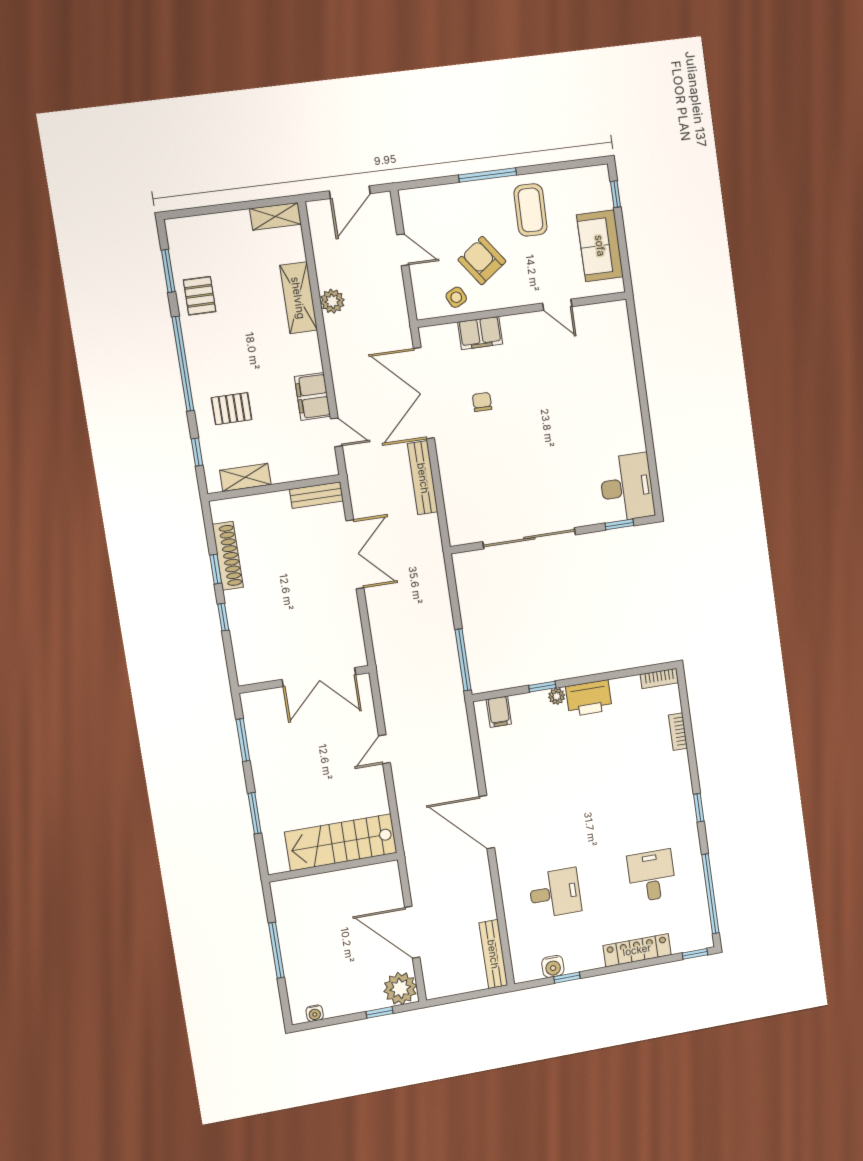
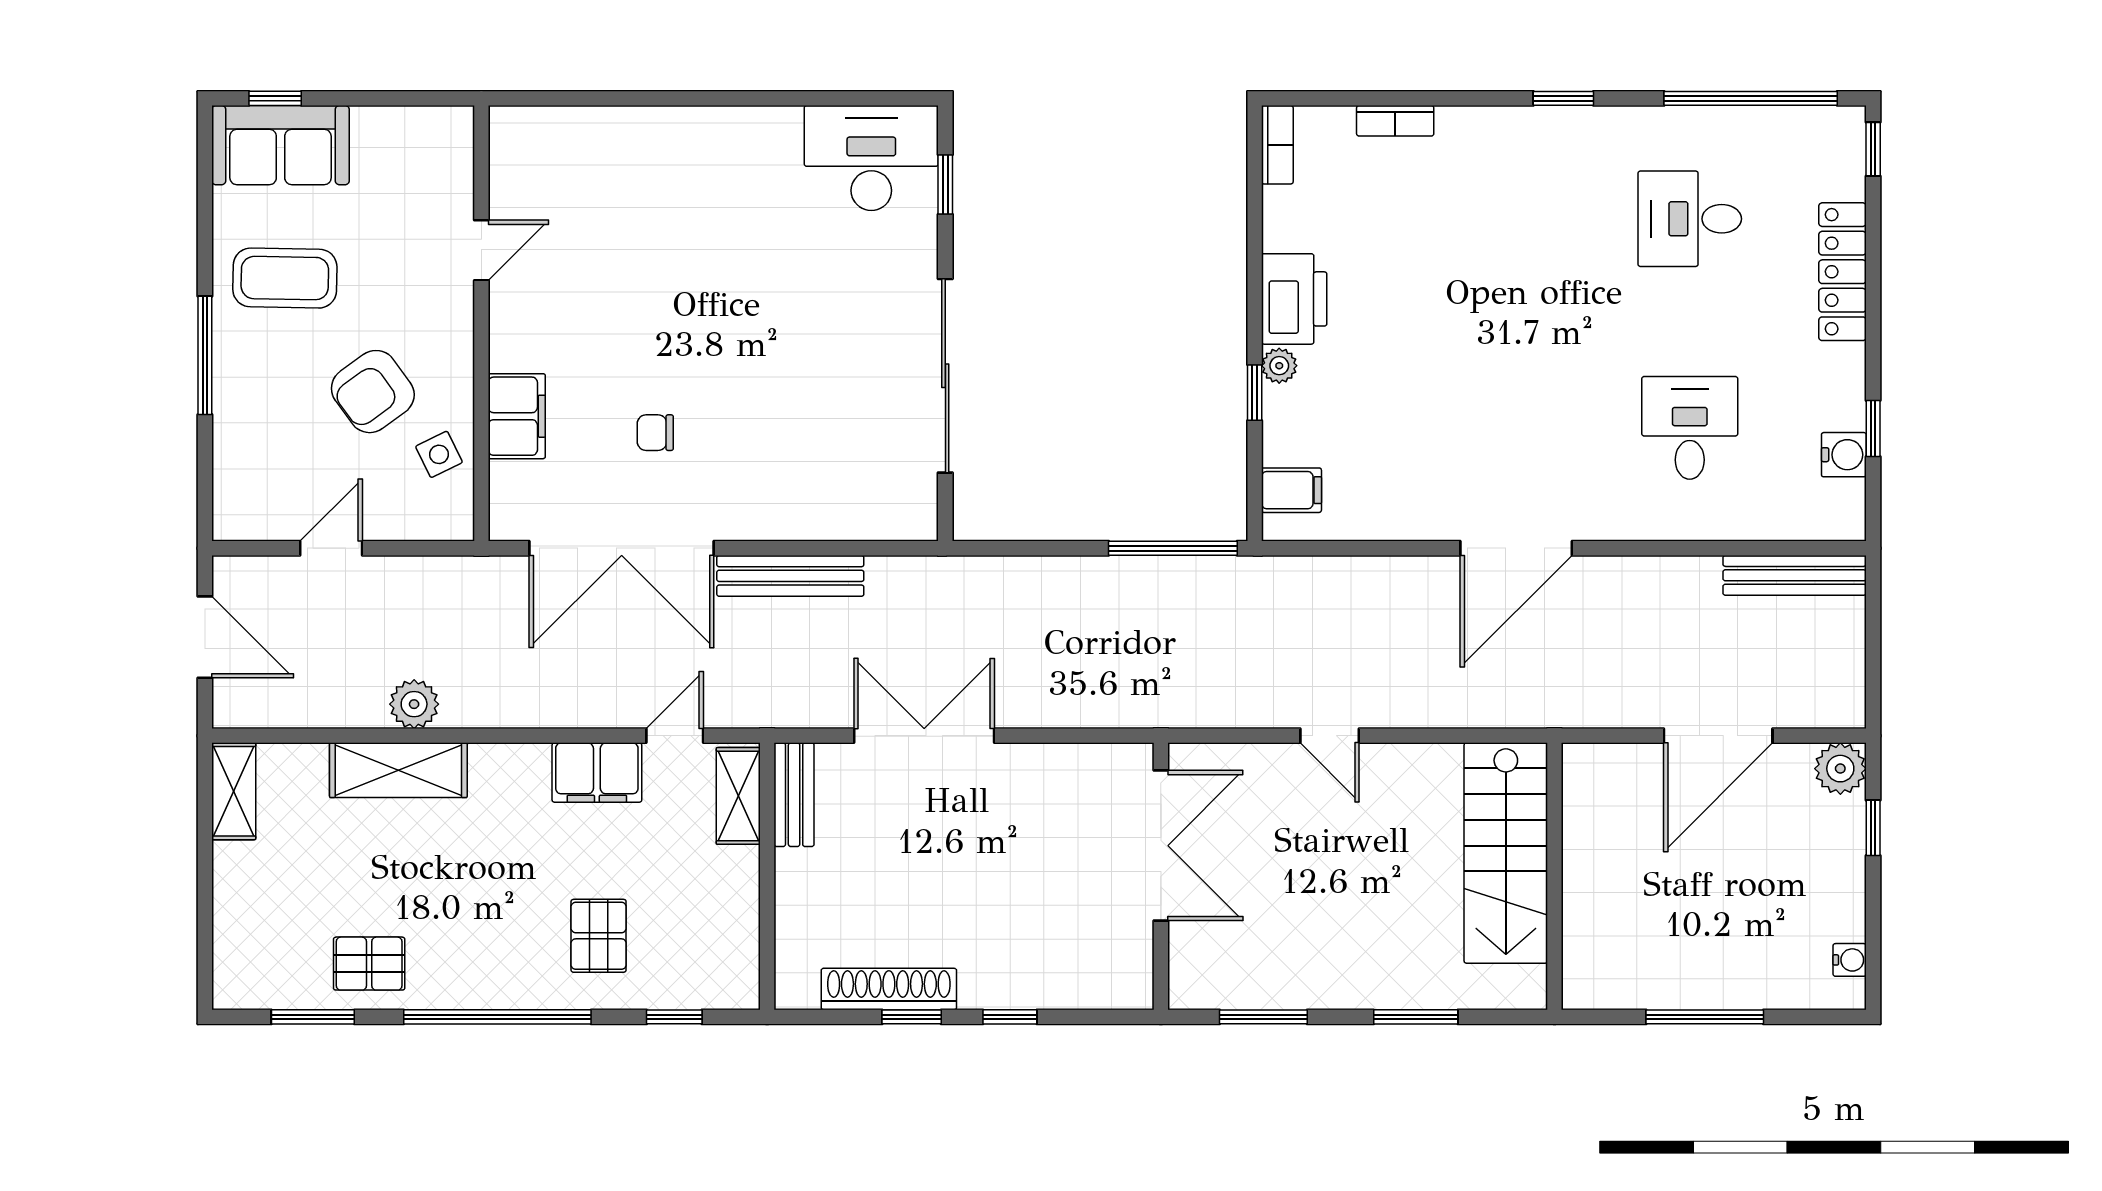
sofa: (600, 246) -> (281, 145), moved
shelving: (245, 477) -> (738, 796), moved
plant: (400, 988) -> (1840, 769), width x0.73, depth x0.73

